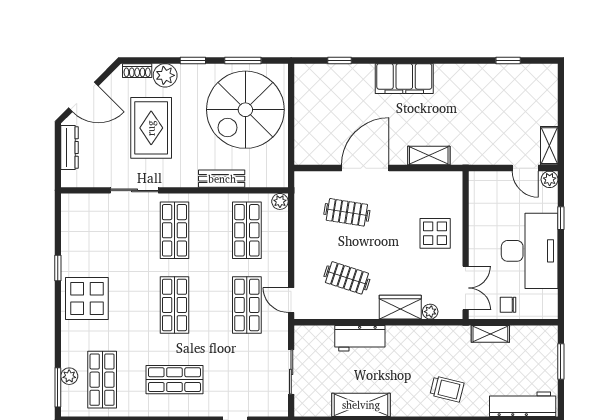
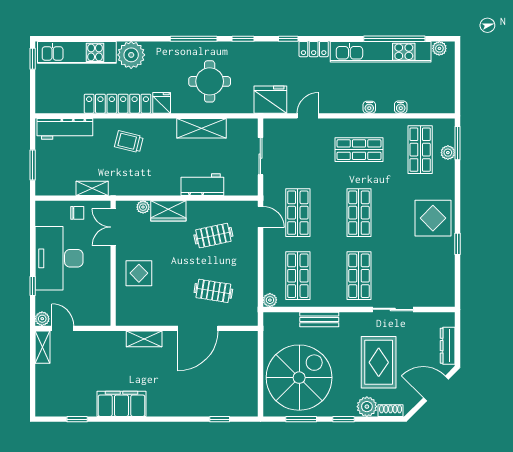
filing cabinet: (404, 79) -> (121, 404), moved
clothes rail: (347, 278) -> (213, 236), turned -30

